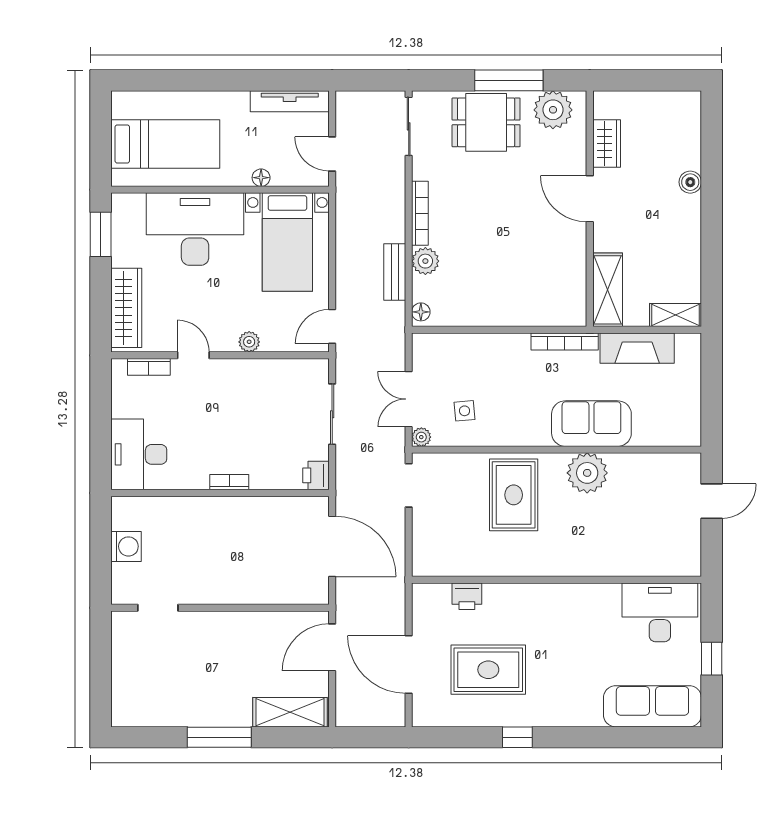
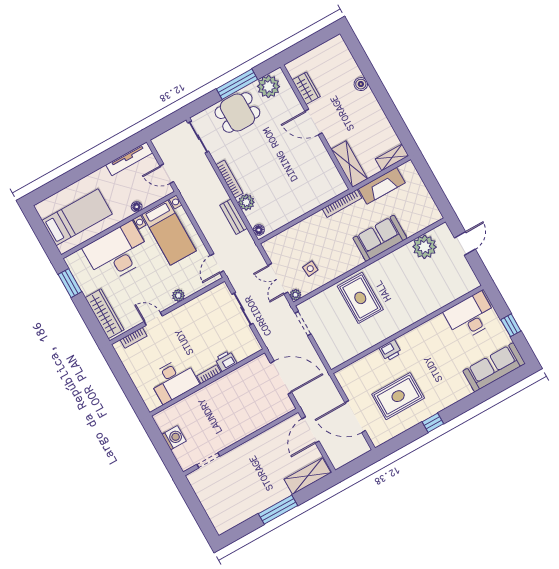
desk: (139, 454) -> (173, 380), moved, turned -90
plant: (587, 473) -> (425, 247), moved
printer: (316, 475) -> (226, 361), moved, turned 90
printer: (467, 596) -> (390, 350), moved

